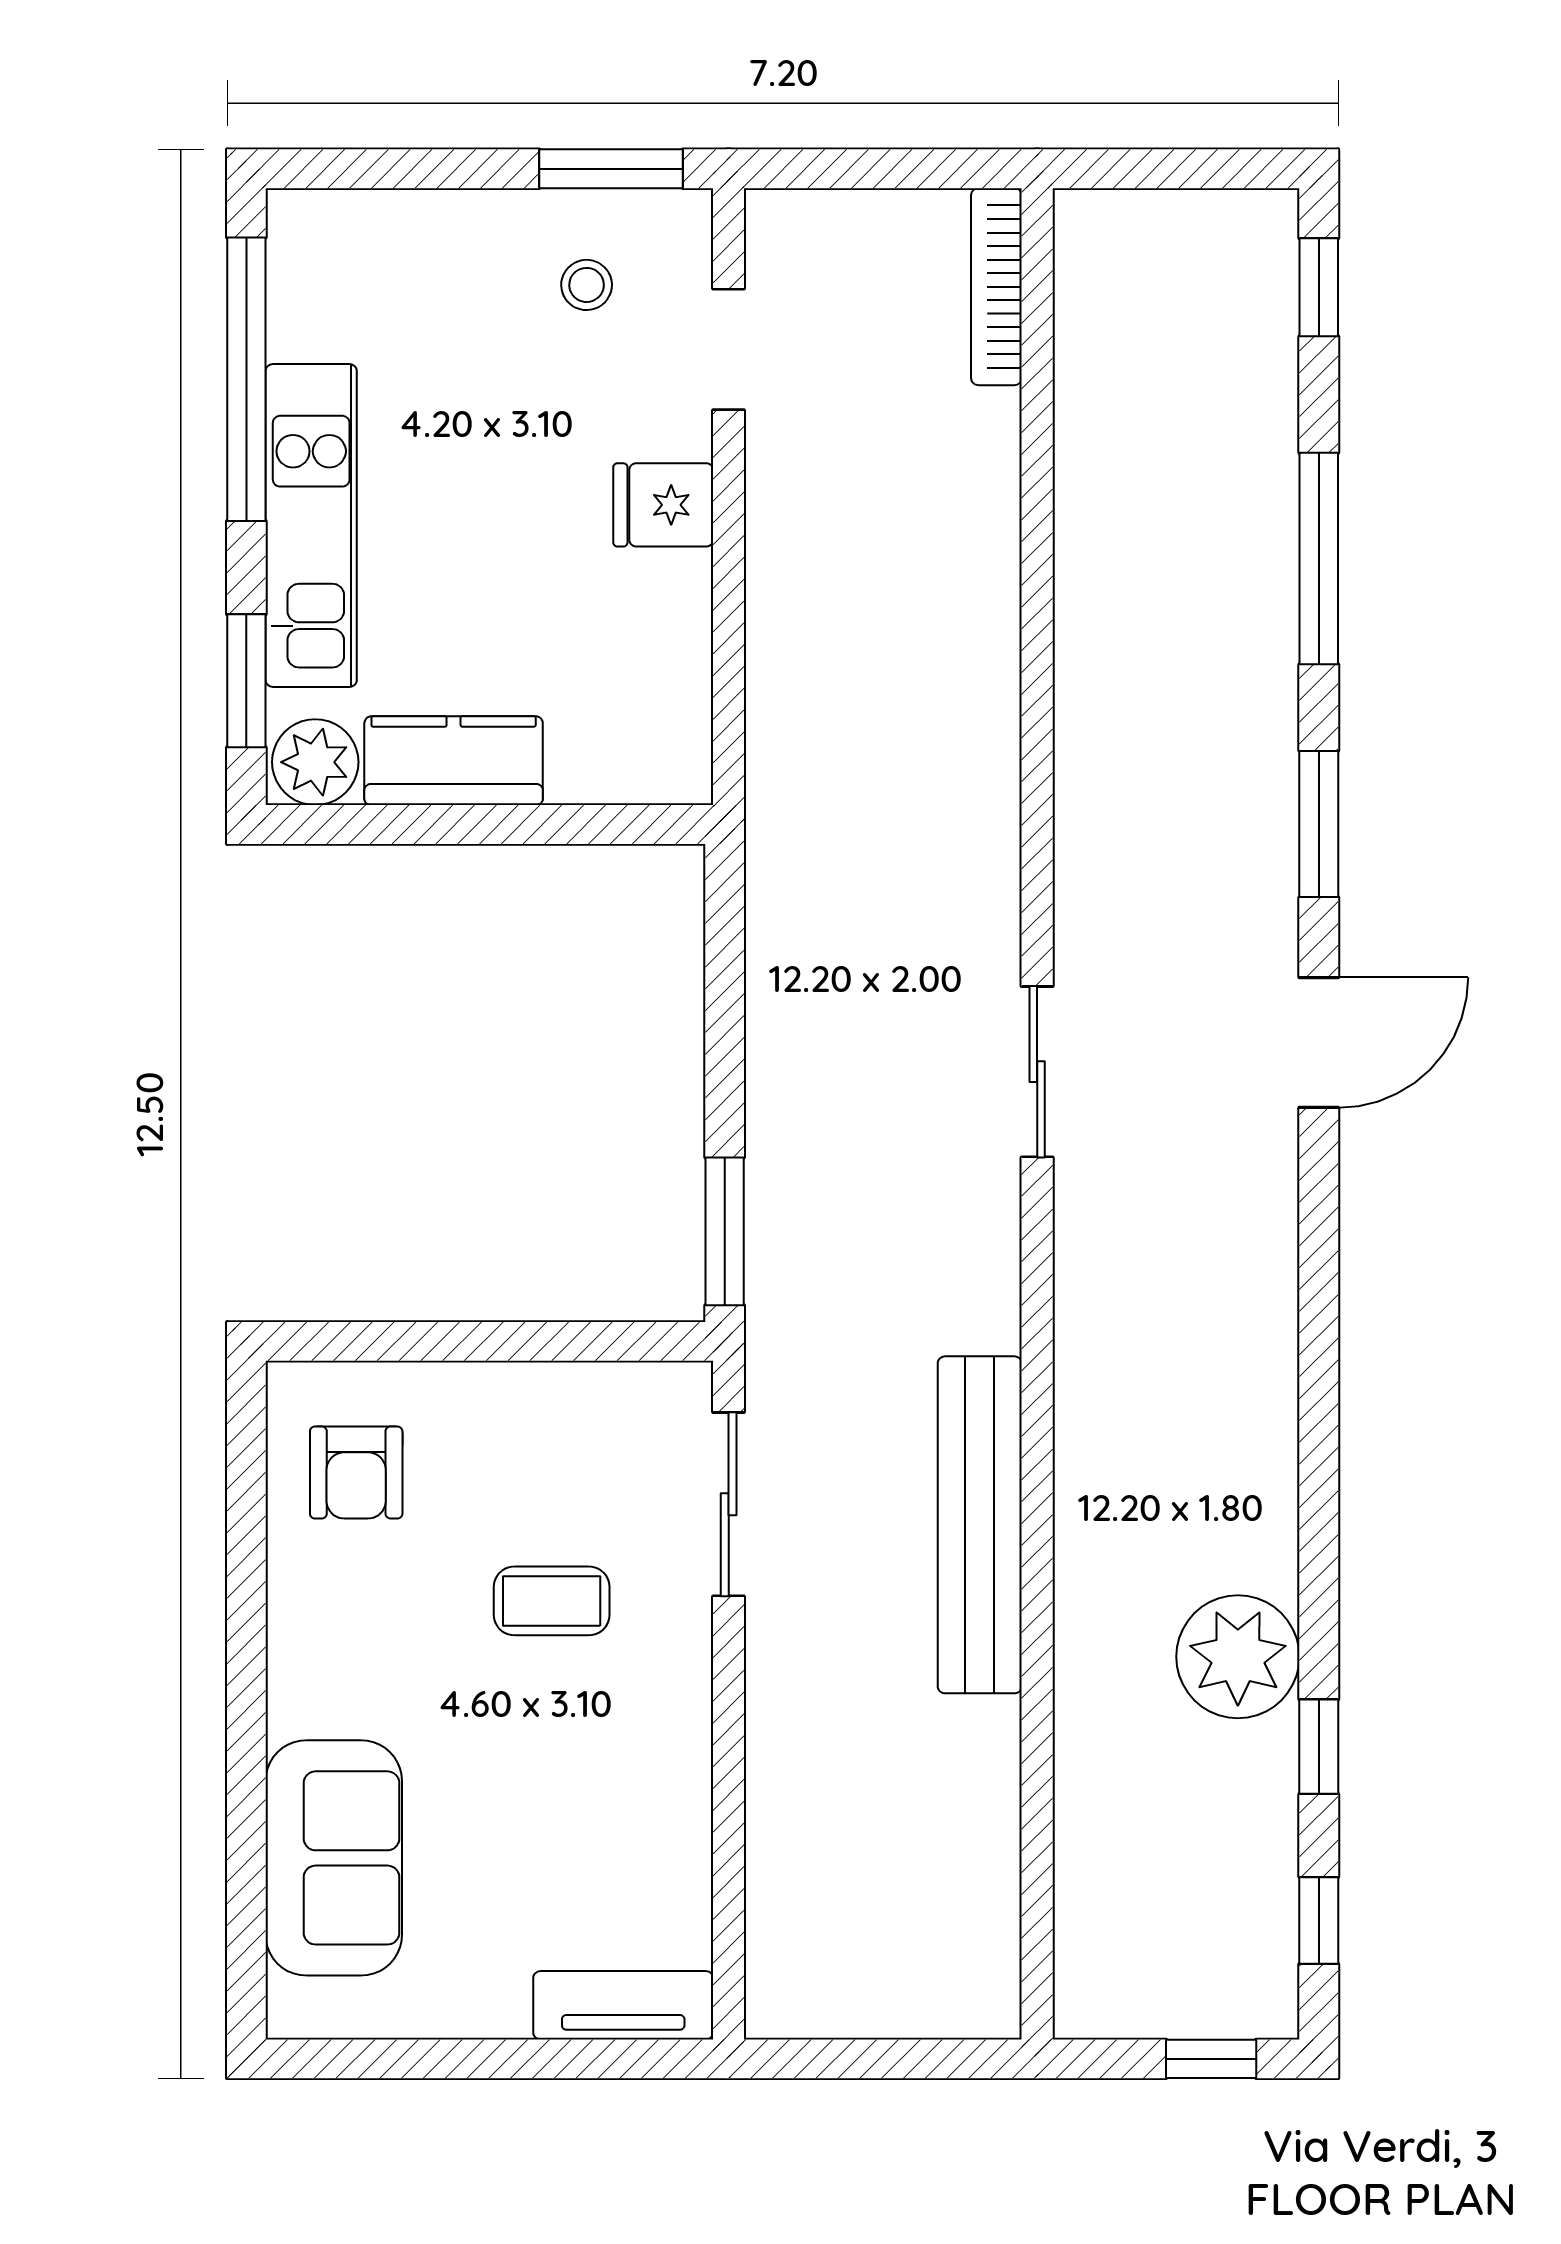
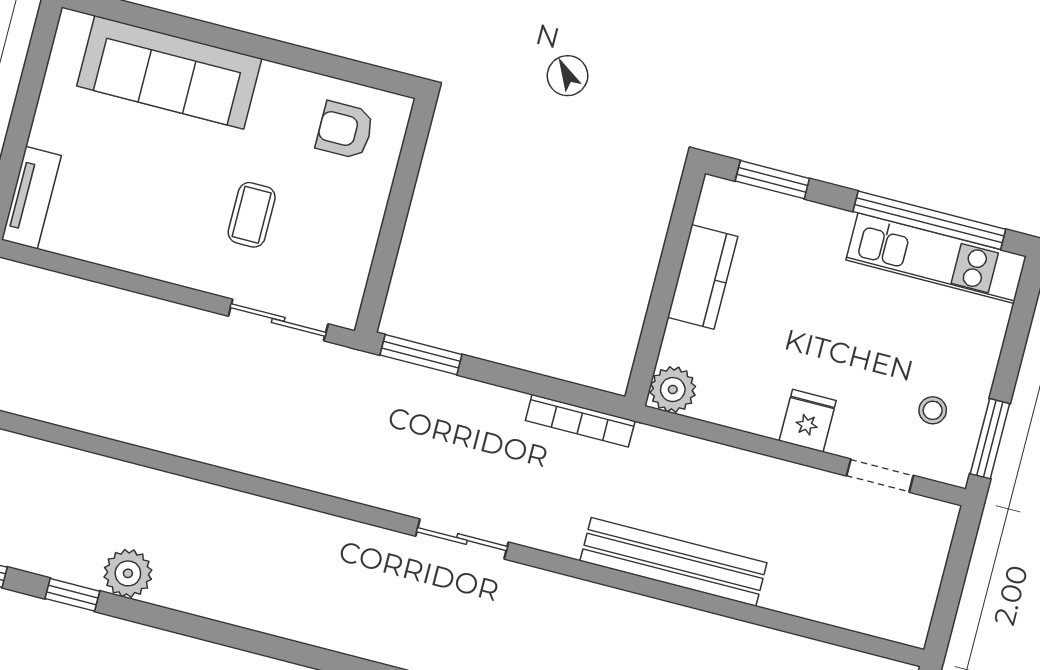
bookcase: (996, 287) -> (580, 421), moved, turned 180
kitchen unit: (311, 525) -> (936, 258), moved
plant: (315, 762) -> (673, 390), moved
bench: (980, 1525) -> (673, 562), moved
plant: (1238, 1657) -> (128, 573), width x0.73, depth x0.73
sofa: (334, 1858) -> (169, 72), width x1.36

